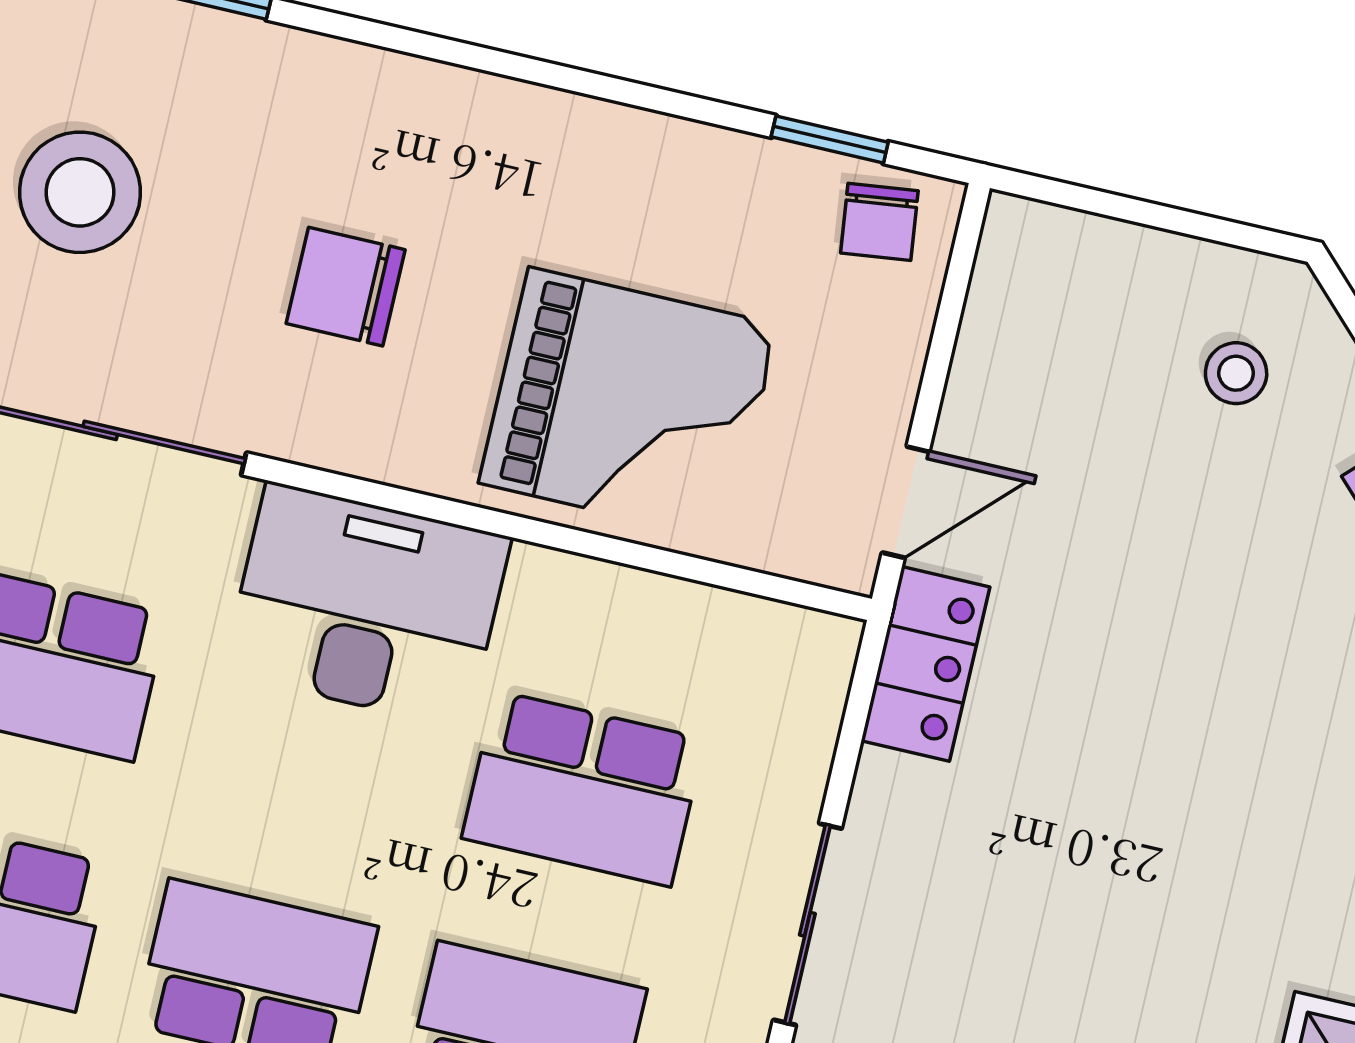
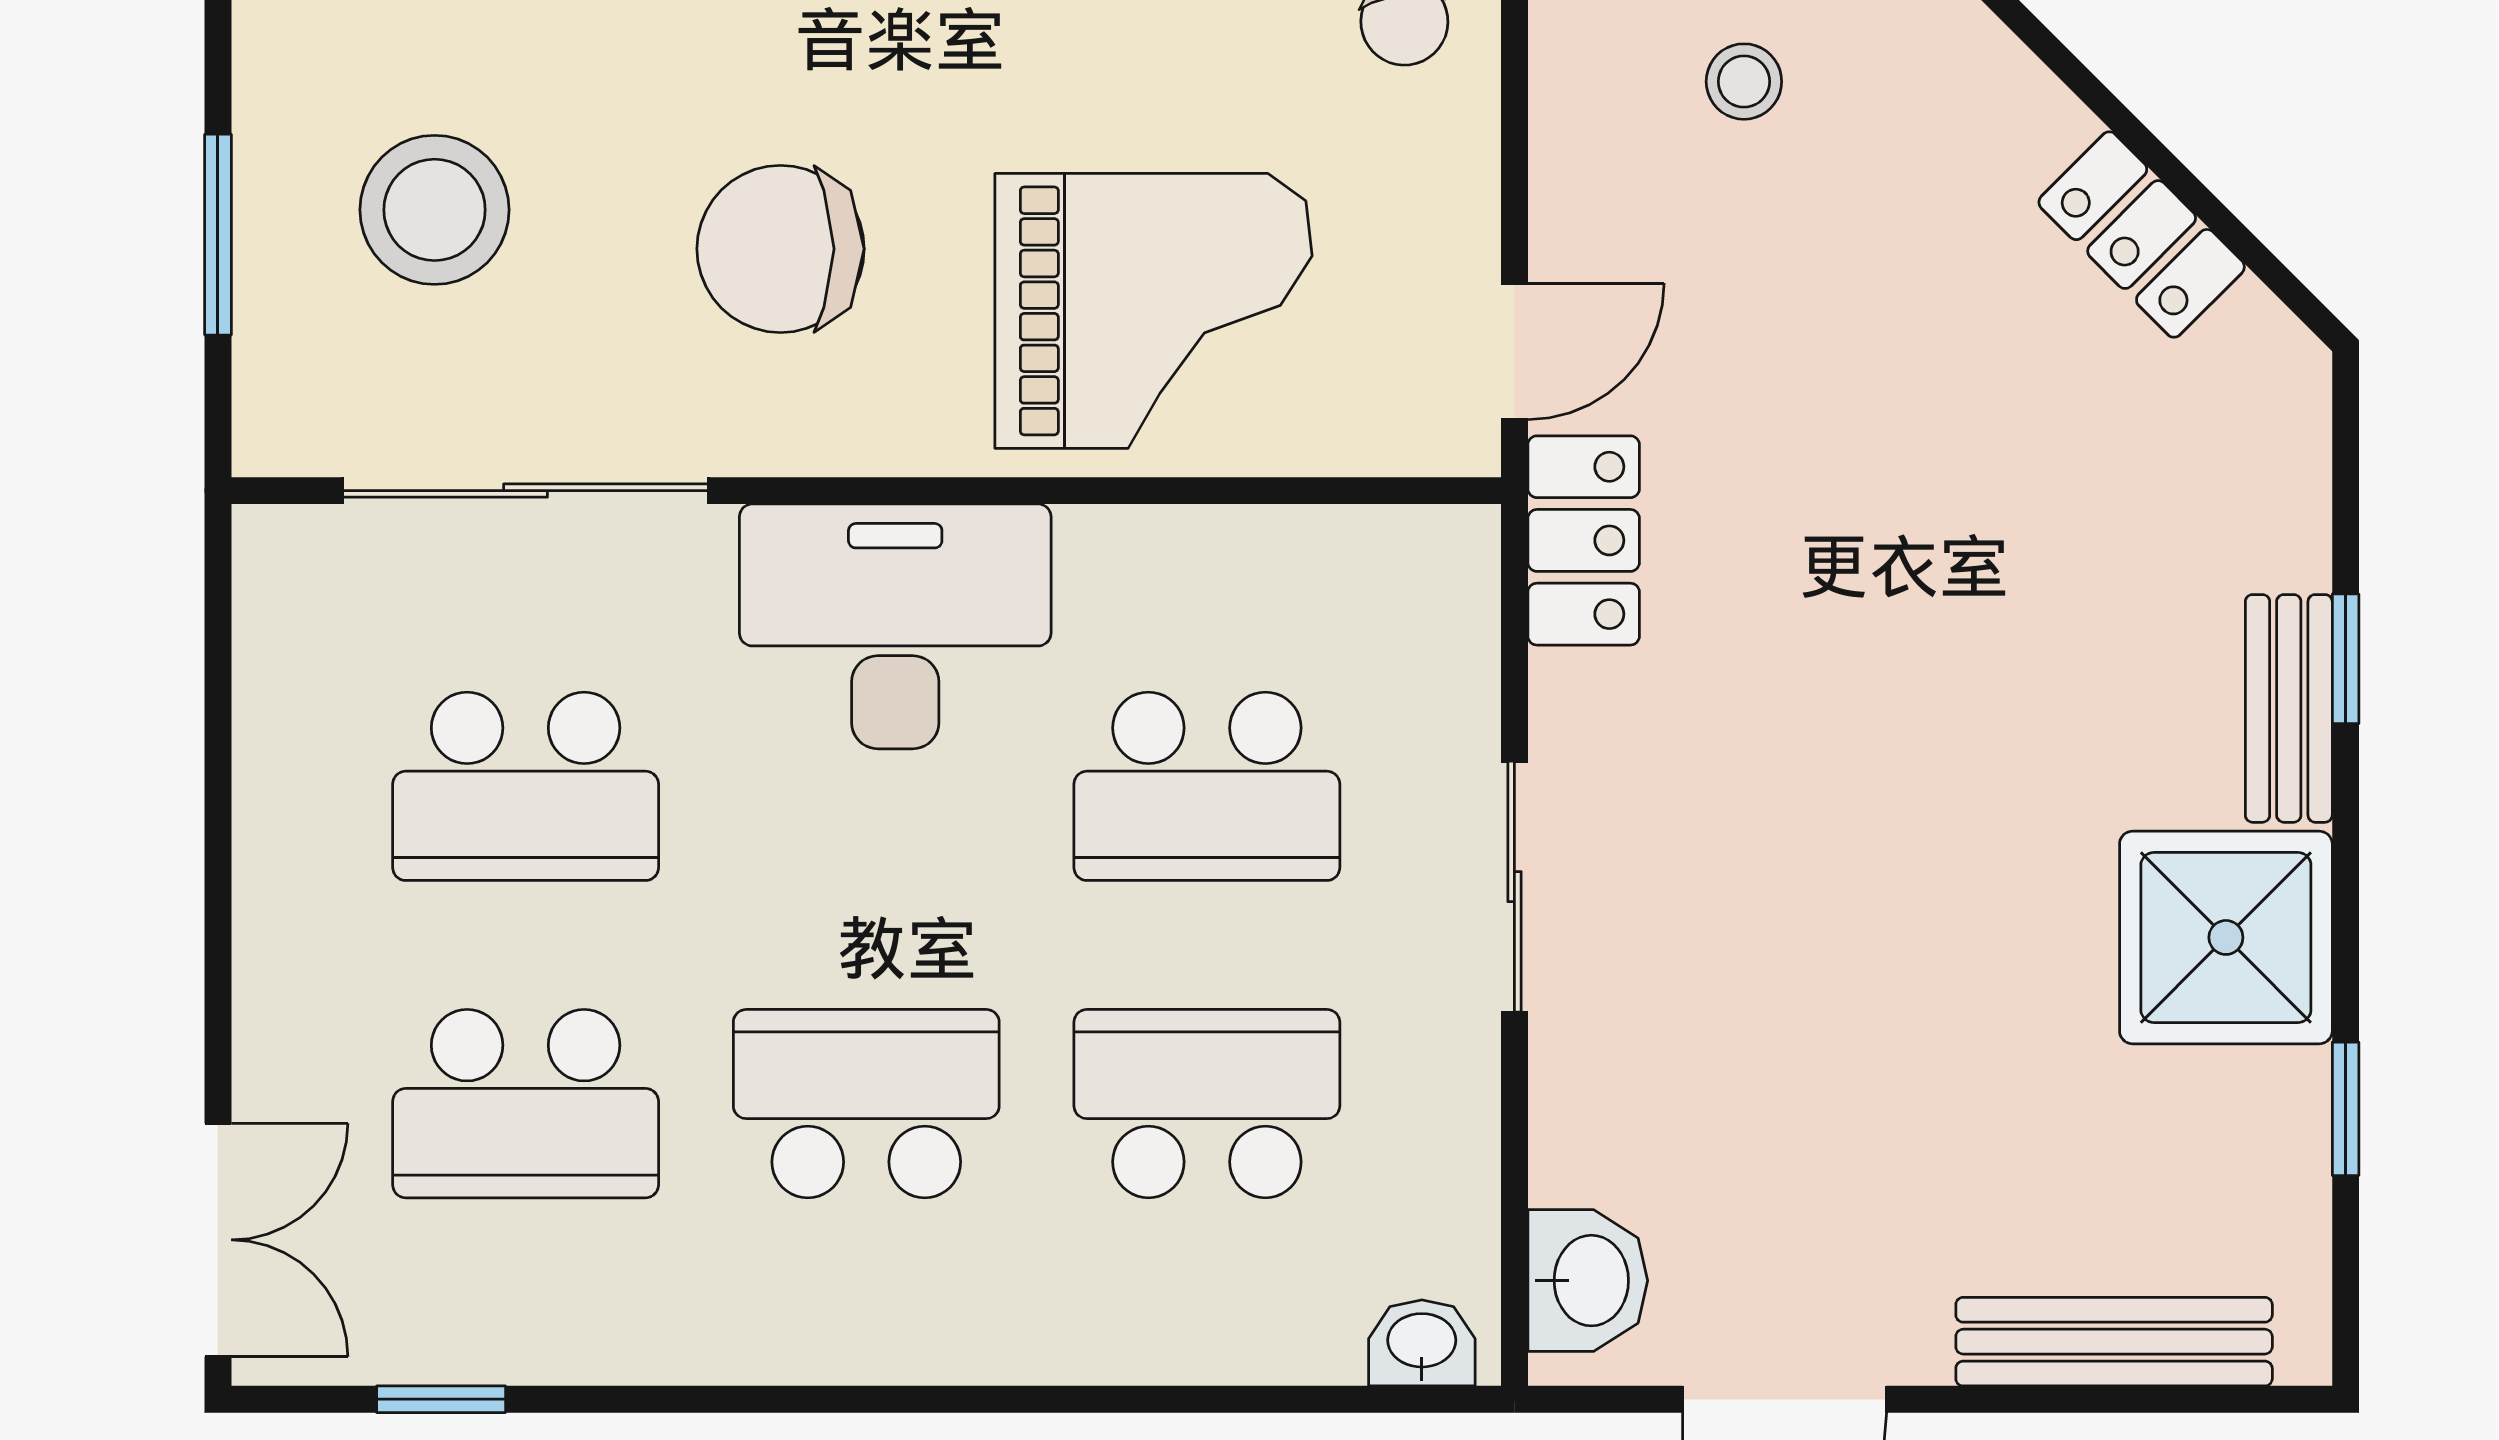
chair: (346, 287) -> (781, 249), width x1.37, depth x1.37
stool: (1236, 373) -> (1744, 82), moved

